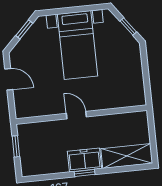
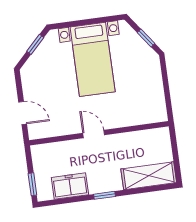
door: (9, 79) -> (23, 113), moved
window: (16, 146) -> (32, 184), moved
freezer: (84, 160) -> (70, 186), moved

